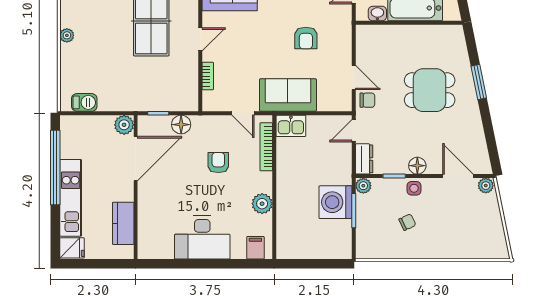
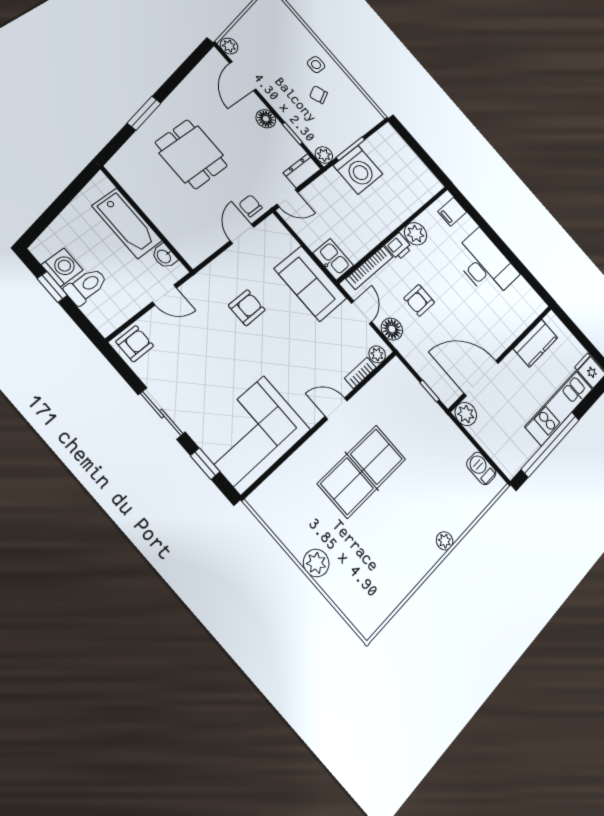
plant: (209, 99) -> (377, 354), added
floor lamp: (181, 125) -> (392, 329), moved
printer: (264, 182) -> (398, 246), added
side table: (414, 188) -> (316, 65), moved

